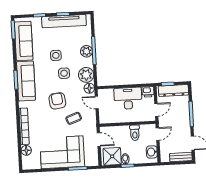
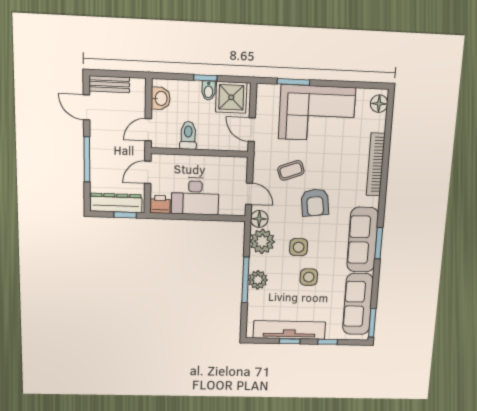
floor lamp: (26, 150) -> (379, 104), moved

